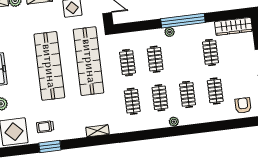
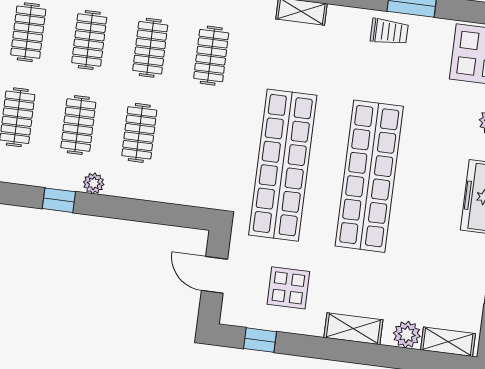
window: (183, 21) -> (59, 200), width x0.32
clothes rail: (127, 63) -> (78, 125), moved
trolley: (45, 127) -> (389, 32), moved

